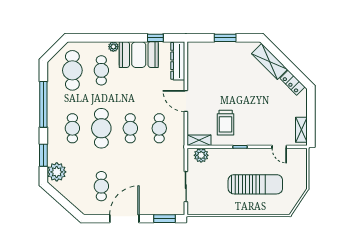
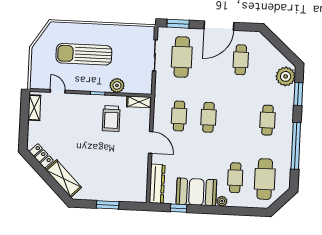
trolley: (226, 123) -> (111, 119), turned 180
cafe table: (101, 128) -> (182, 57), moved
plant: (201, 155) -> (117, 85), moved

